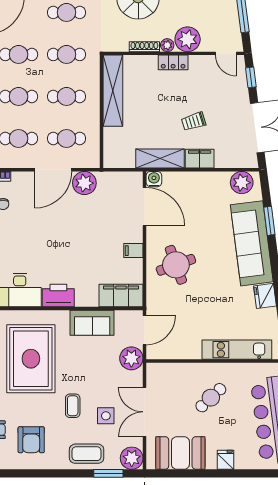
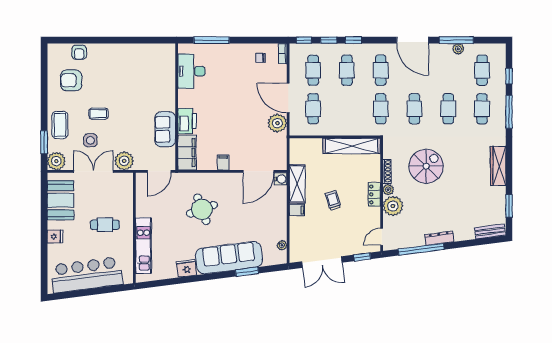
cafe table: (66, 96) -> (347, 109), removed
trolley: (194, 121) -> (333, 200), moved
filing cabinet: (200, 159) -> (297, 210), width x0.50
plant: (242, 183) -> (282, 245), width x0.53, depth x0.53
round table: (176, 265) -> (202, 209), moved
printer: (58, 295) -> (187, 121), moved
door: (145, 330) -> (159, 171), hinge flipped
plant: (131, 358) -> (124, 161), moved
rug: (31, 359) -> (136, 80), removed
cafe table: (211, 398) -> (105, 225), turned -47

